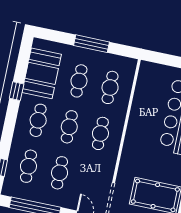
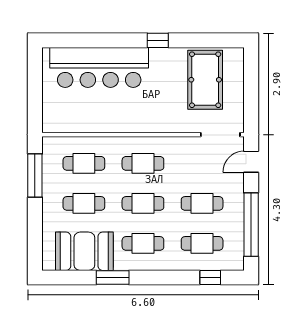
window: (91, 44) -> (35, 175), moved
window: (17, 91) -> (113, 278), width x1.50

